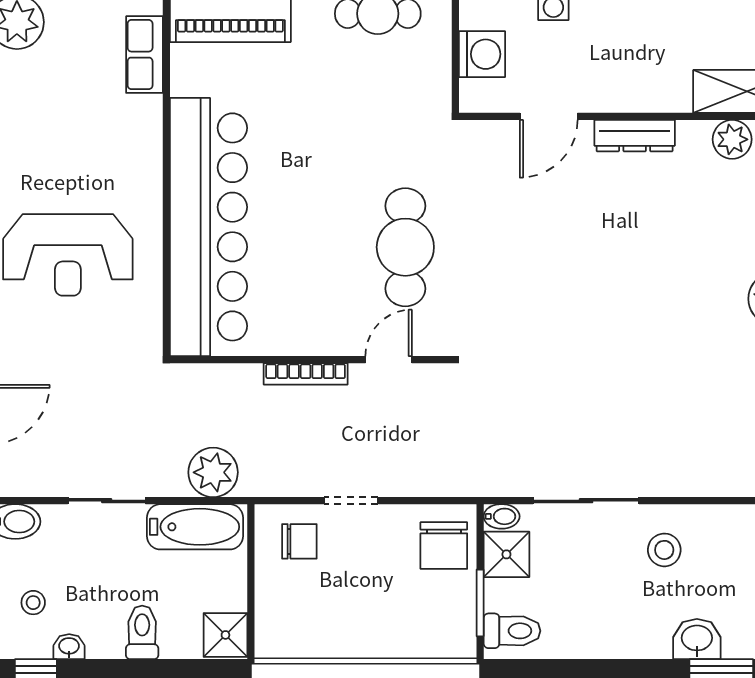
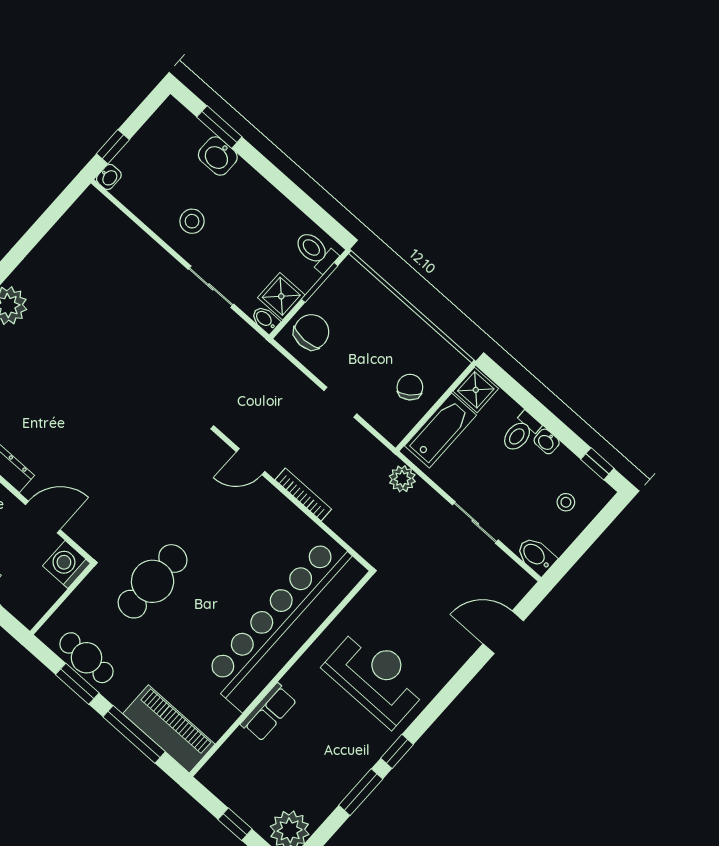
washing machine: (482, 54) -> (66, 564), moved
row of seats: (144, 55) -> (269, 712), moved
cafe table: (405, 247) -> (153, 581), moved
plant: (213, 472) -> (402, 479), width x0.73, depth x0.73
sliding door: (586, 501) -> (211, 287), width x0.73
bathtub: (195, 527) -> (440, 430), moved, turned 90
chair: (299, 541) -> (410, 387), moved, turned 53
washbasin: (69, 647) -> (547, 441), moved

